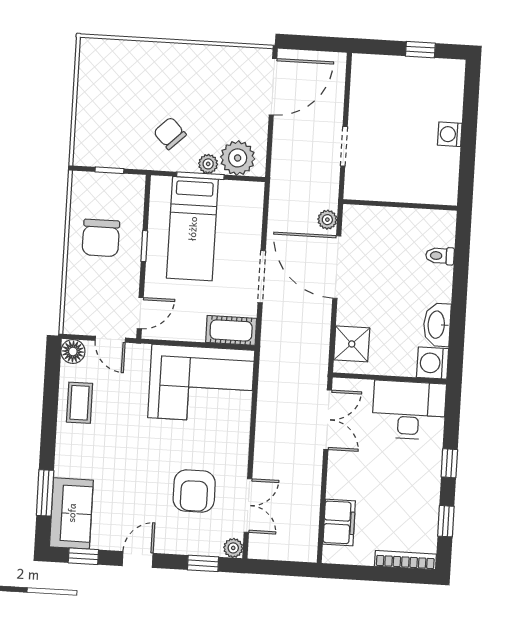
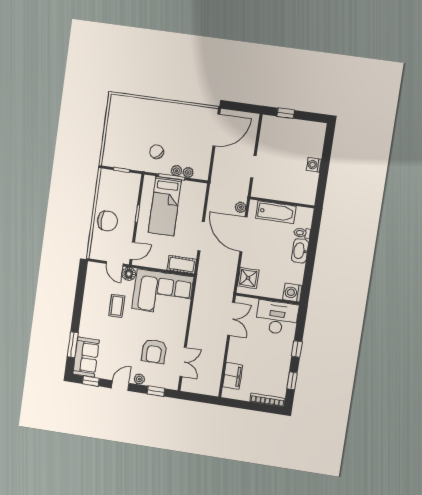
window: (420, 50) -> (286, 113), moved
plant: (238, 158) -> (188, 173), width x0.53, depth x0.53
bathtub: (391, 223) -> (276, 212), added
chair: (101, 238) -> (107, 221), moved, turned -90
washbasin: (437, 325) -> (300, 251), moved
floor lamp: (73, 352) -> (129, 274), moved
coffee table: (80, 403) -> (117, 306), moved
plant: (233, 548) -> (139, 379), moved

